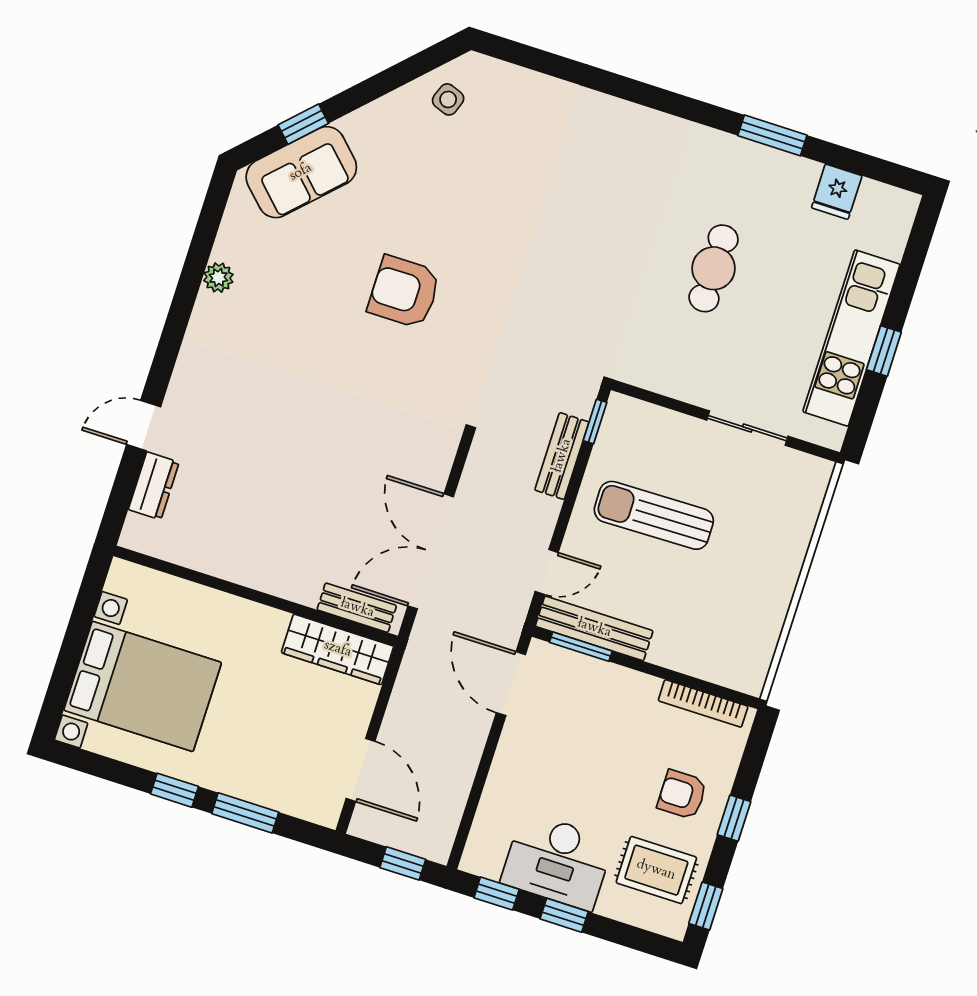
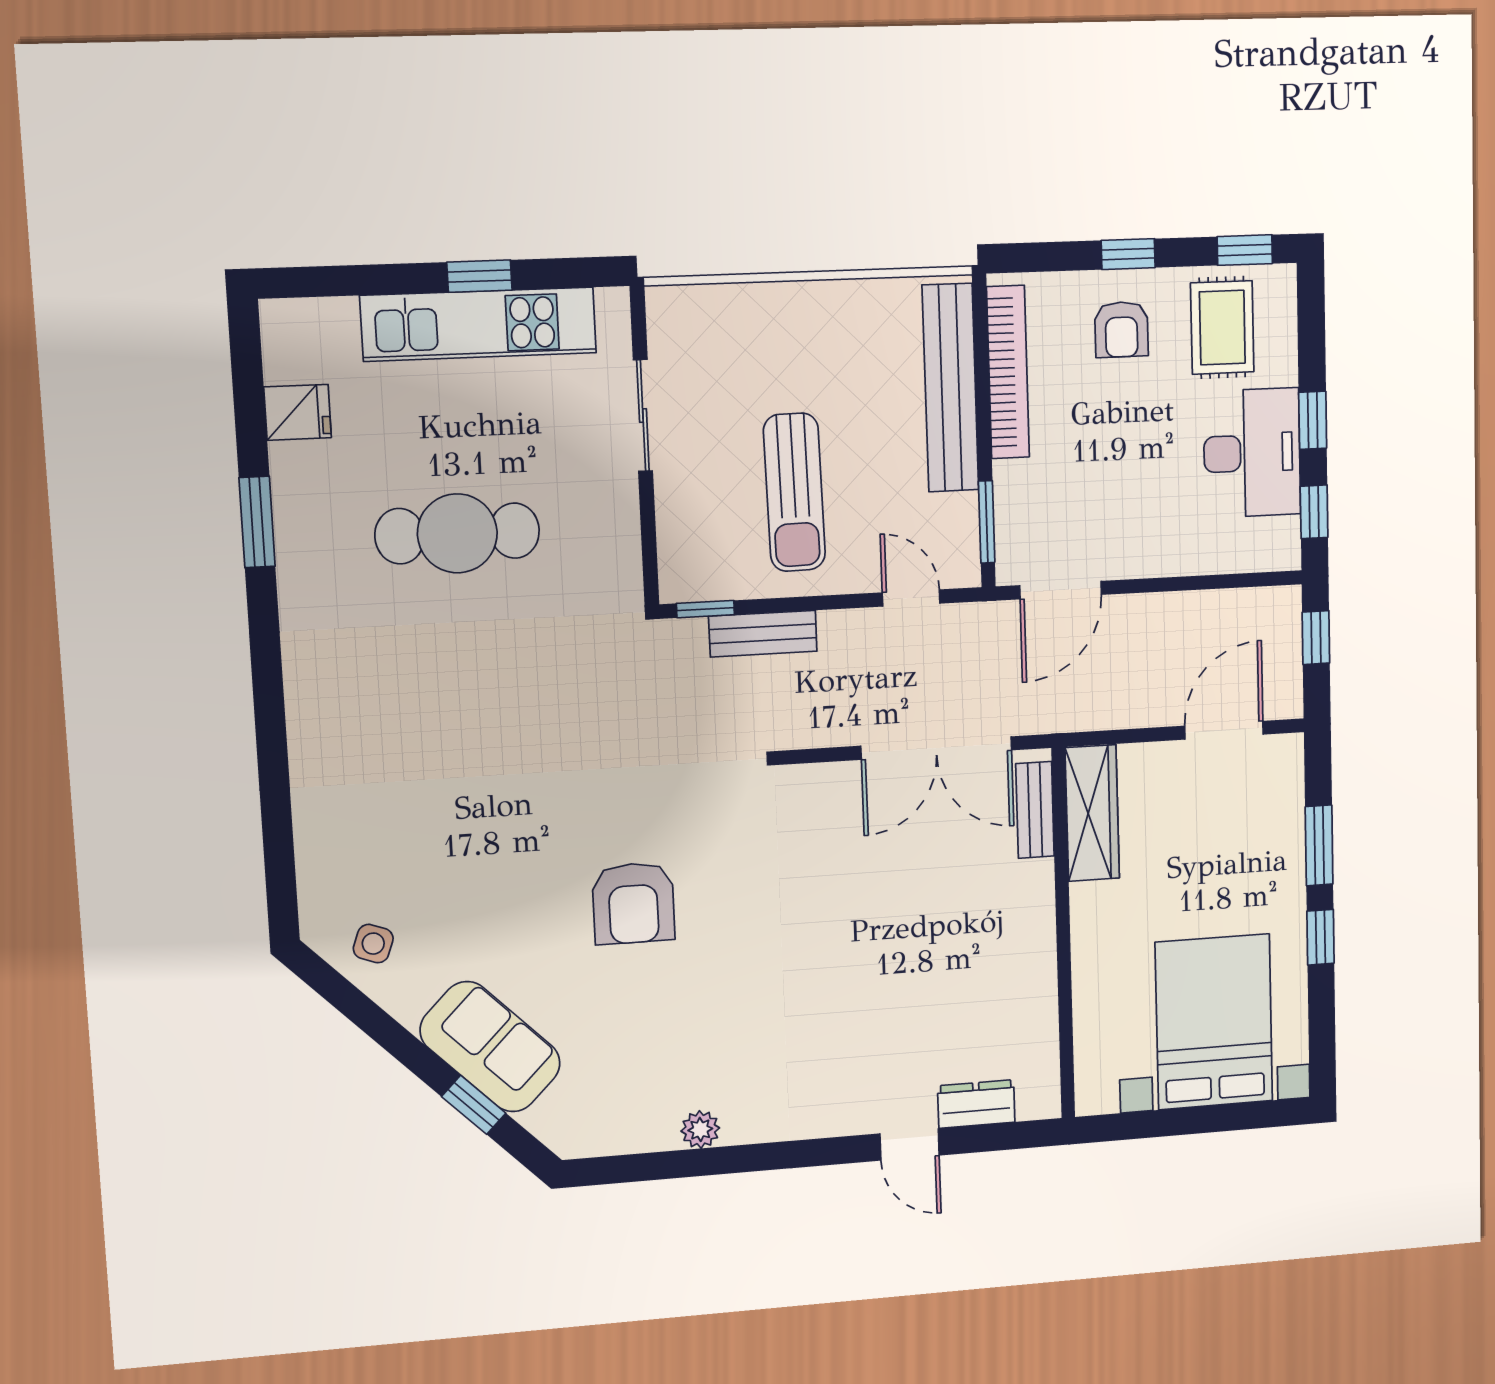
sofa: (301, 172) -> (490, 1047), moved
cafe table: (714, 268) -> (457, 533), width x1.37, depth x1.35
bench: (594, 628) -> (950, 388), moved, width x1.37, depth x1.21
bookcase: (703, 703) -> (1008, 372), width x1.48, depth x1.31

